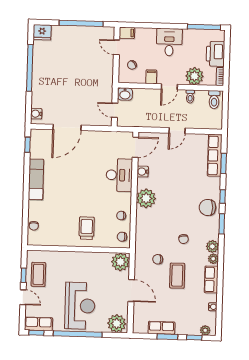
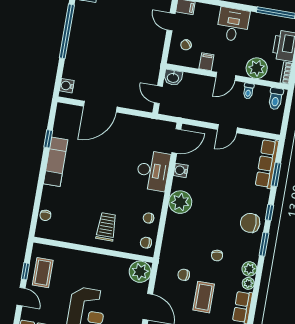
window: (27, 145) -> (48, 139), moved

